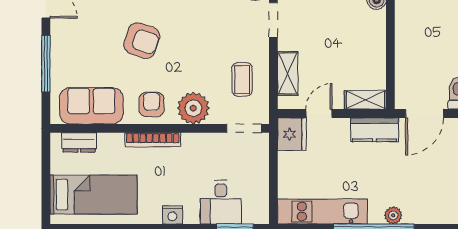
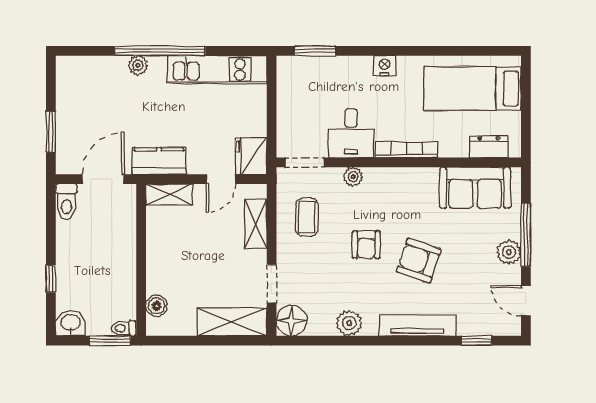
plant: (61, 48) -> (509, 252), added
armchair: (152, 104) -> (366, 245), moved
plant: (193, 108) -> (353, 177), width x0.53, depth x0.53
desk: (221, 202) -> (351, 133), moved, turned 180

